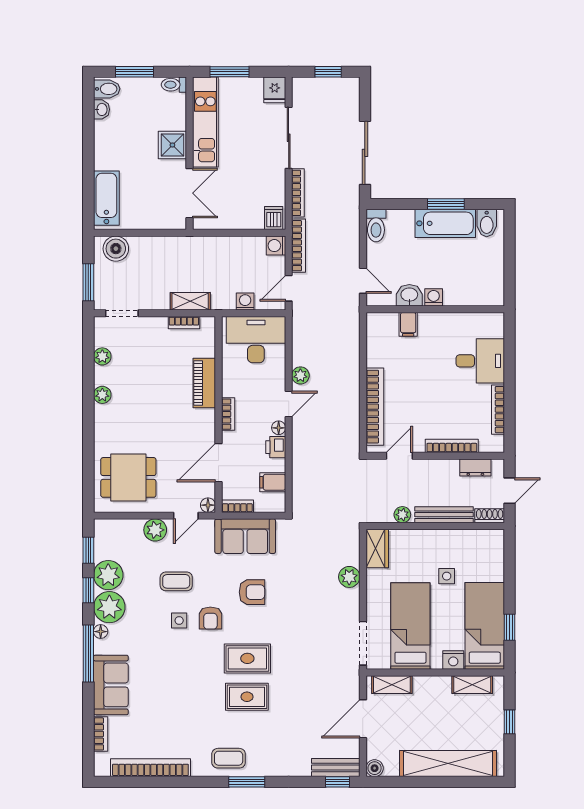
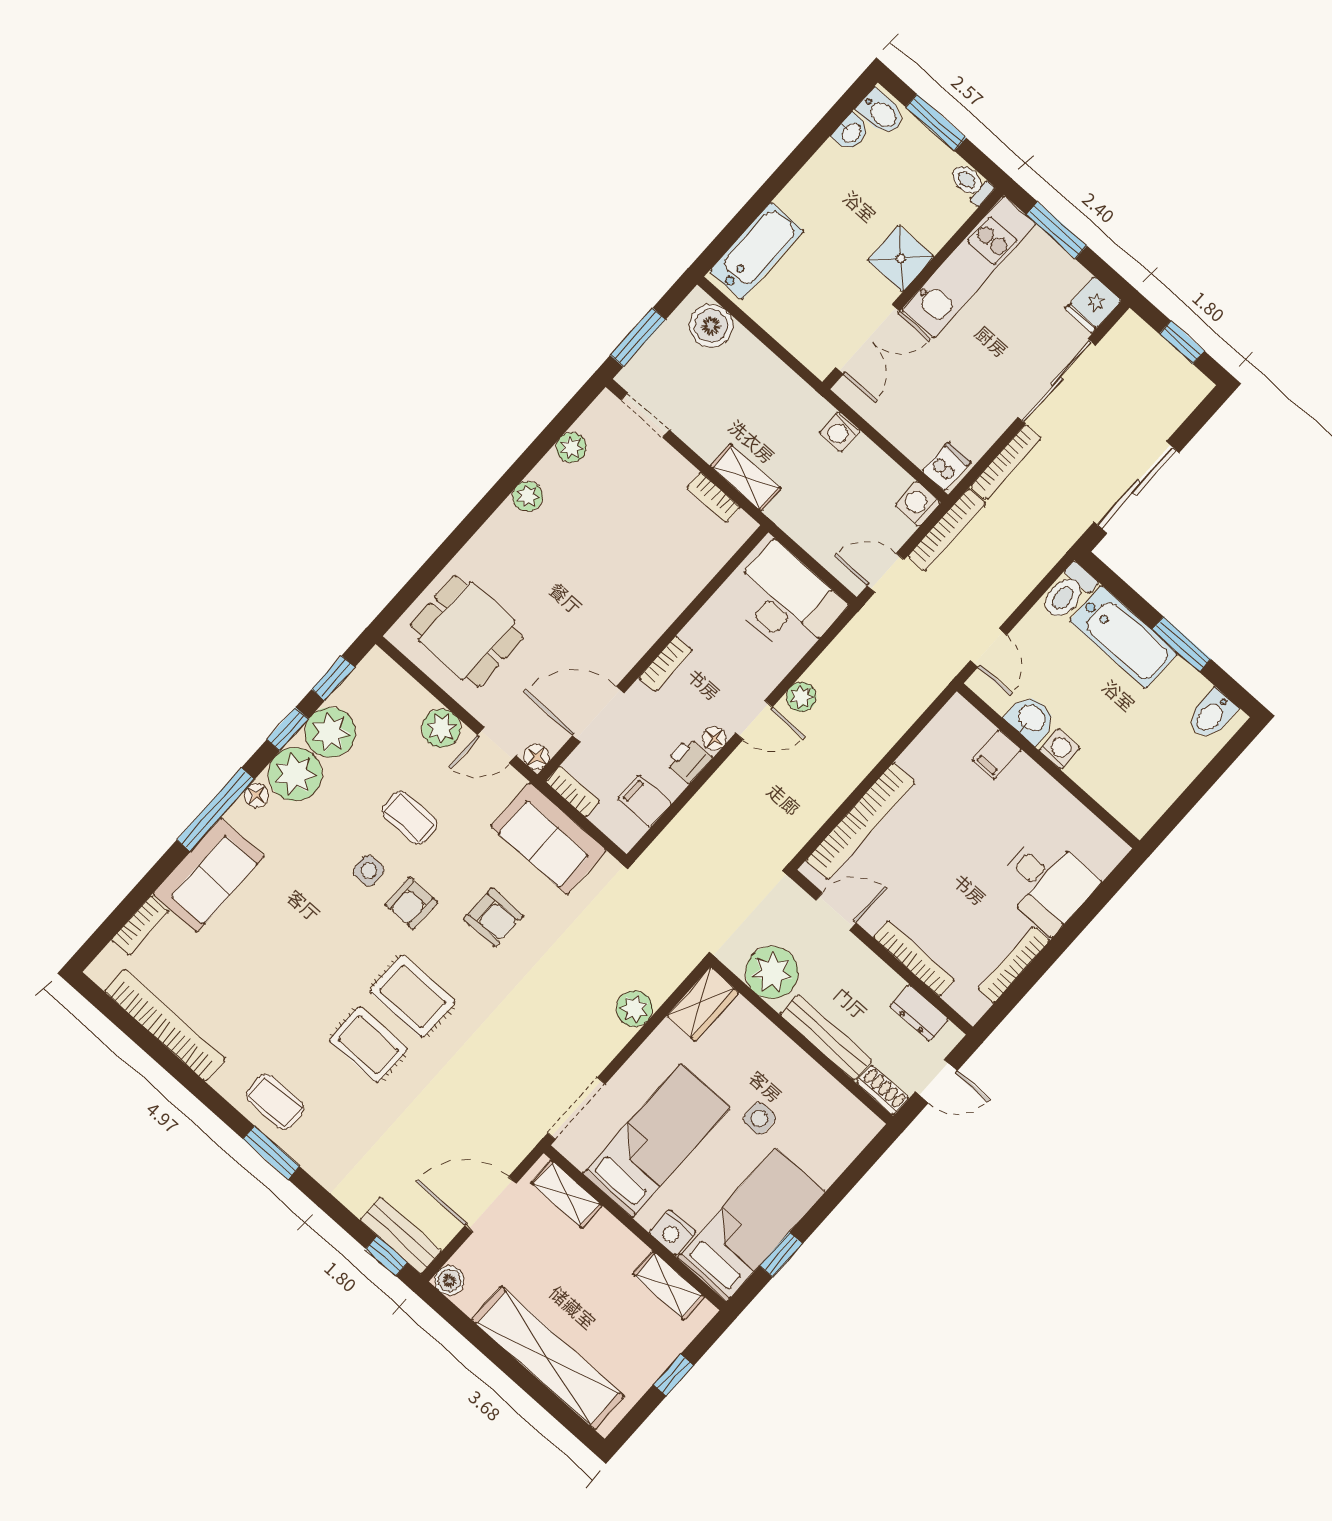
bathtub: (445, 223) -> (1124, 637), moved
washing machine: (245, 302) -> (840, 432), moved, turned 180
piano: (204, 383) -> (671, 597), removed
plant: (402, 515) -> (772, 972), width x1.87, depth x1.87

